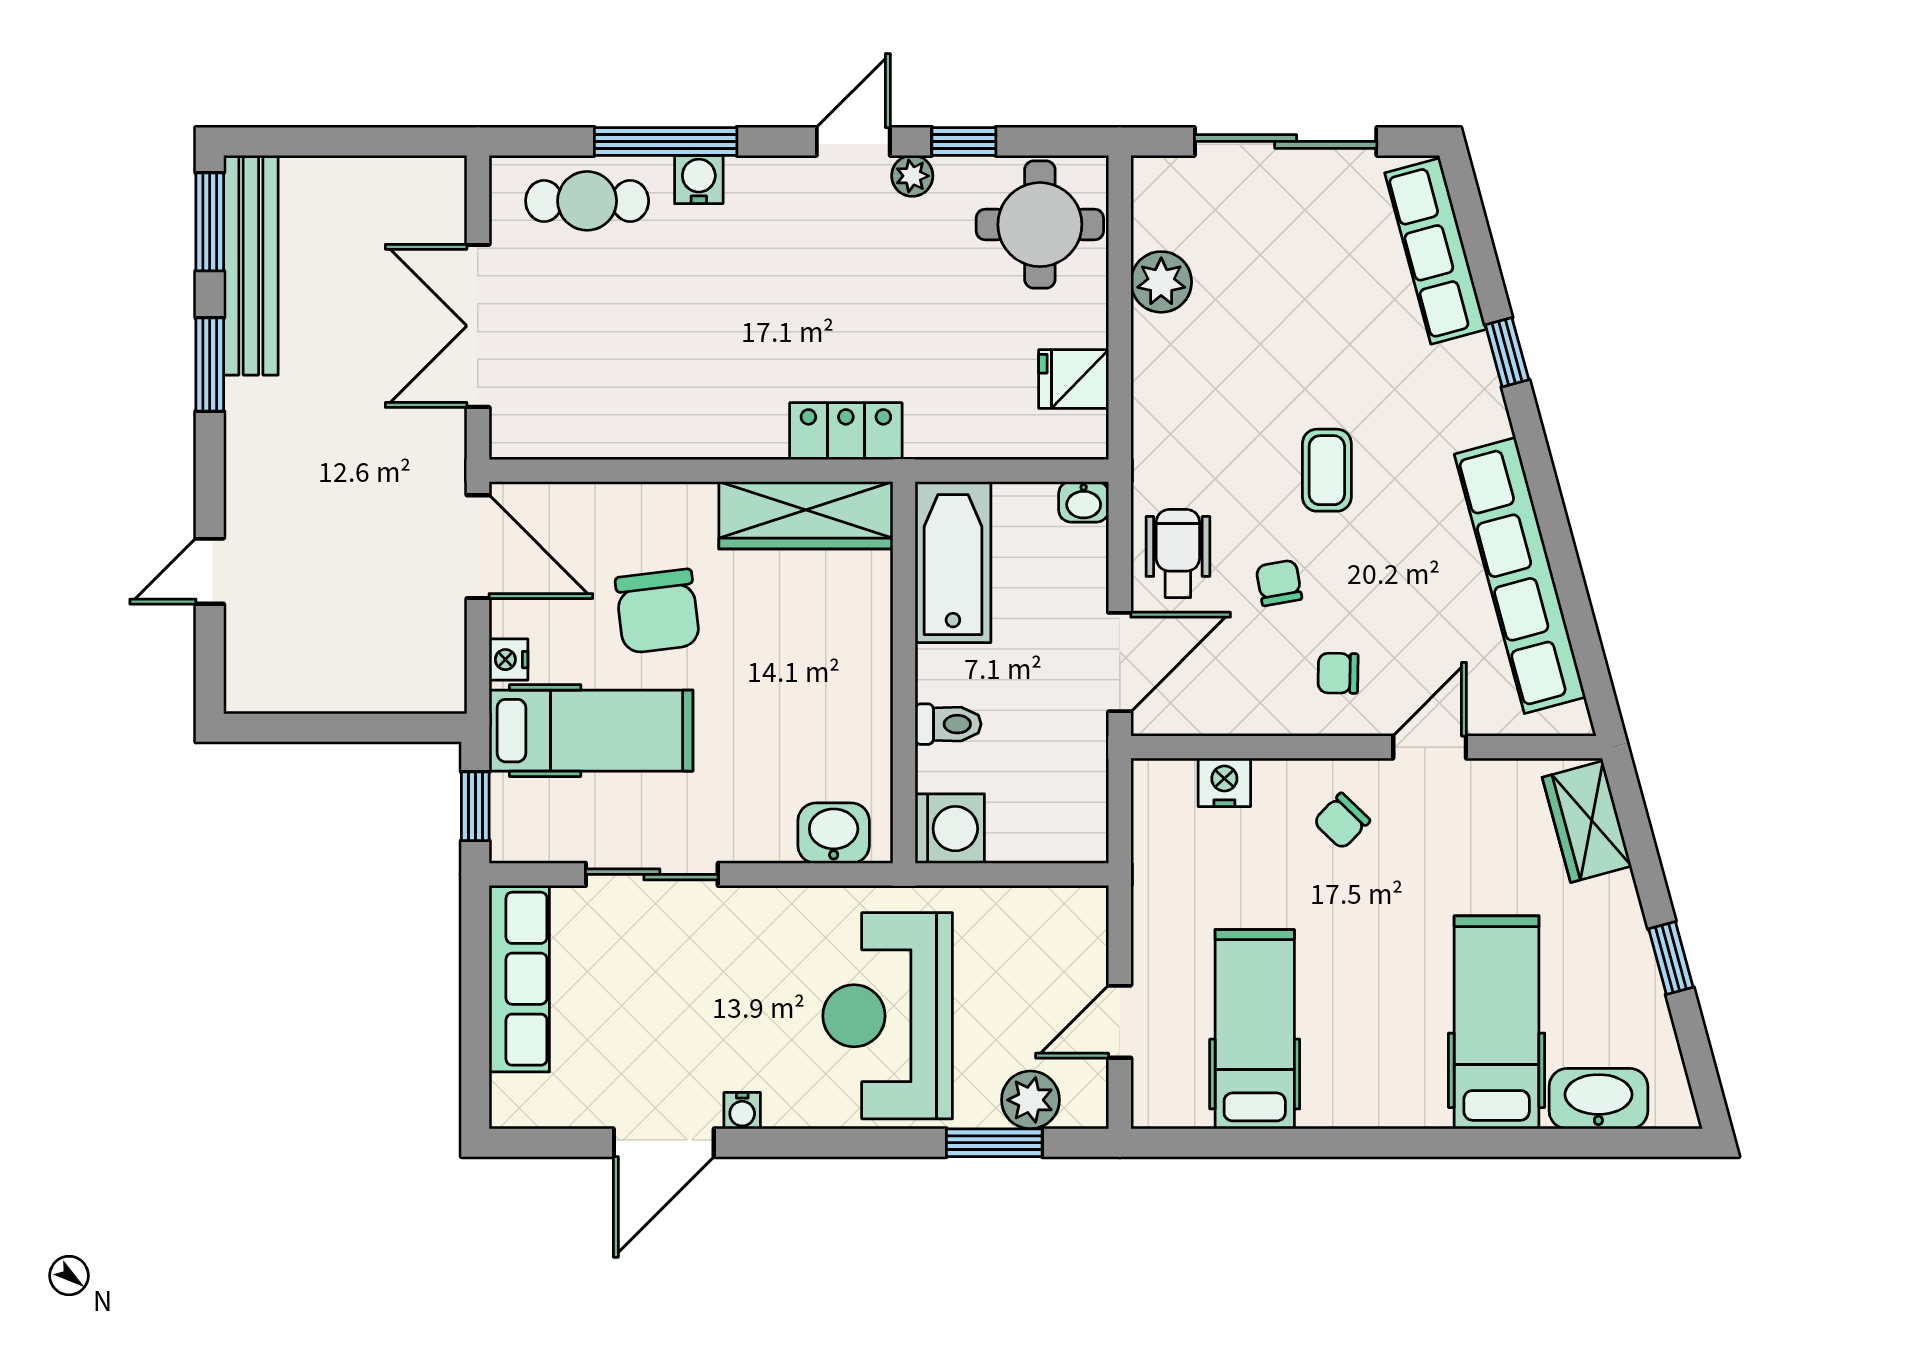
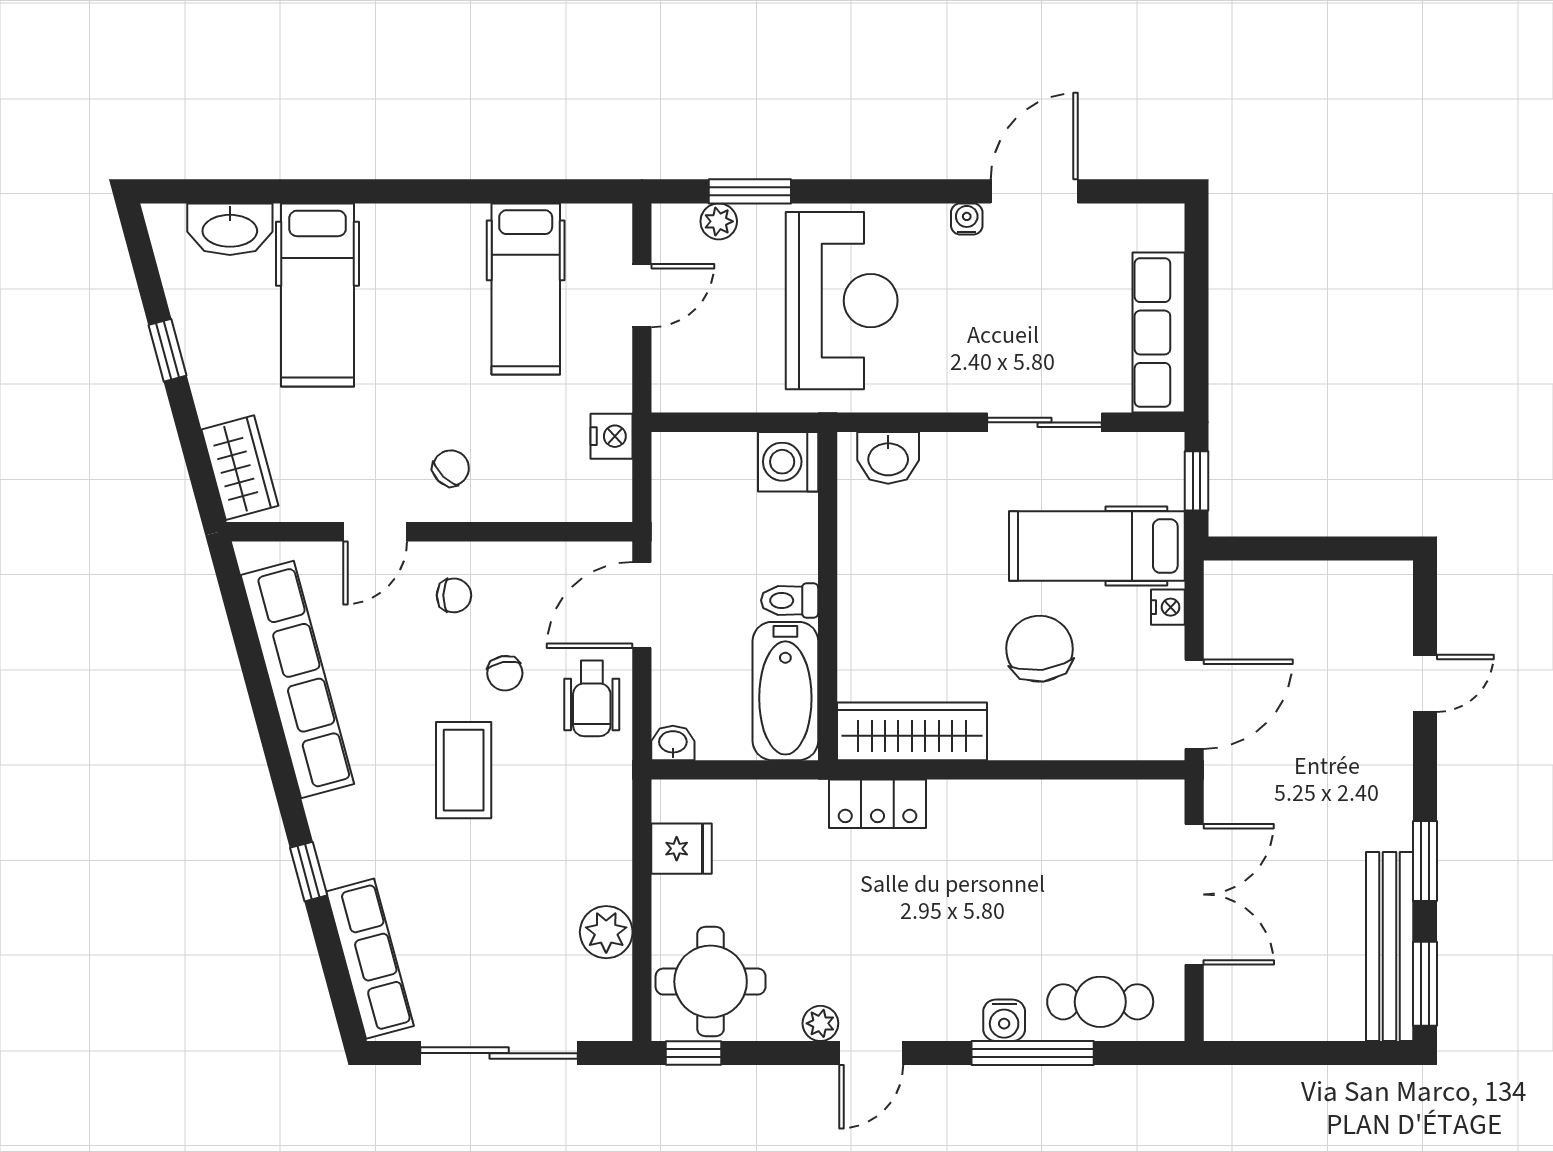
window: (964, 141) -> (693, 1053), moved
coffee table: (1327, 470) -> (464, 770), width x1.36, depth x1.30
door: (478, 547) -> (1194, 704), swing flipped
toilet: (948, 724) -> (790, 600), moved
nightstand: (1224, 782) -> (612, 436), moved, turned -90
plant: (1030, 1100) -> (719, 221), width x0.73, depth x0.73

